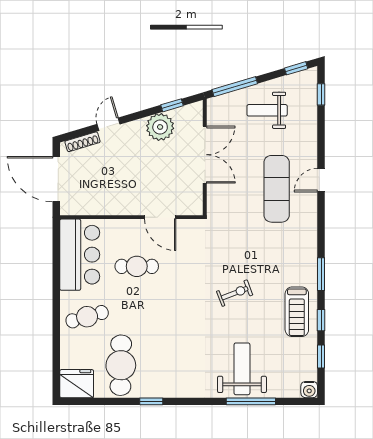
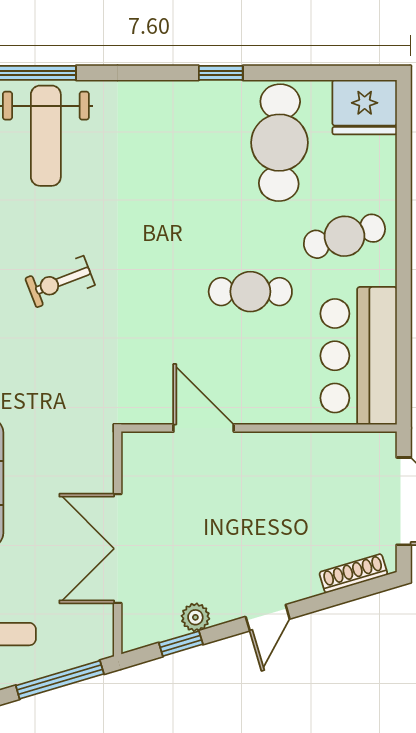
door: (109, 124) -> (268, 618), moved
plant: (160, 127) -> (195, 617), width x0.53, depth x0.53
cafe table: (137, 266) -> (250, 292), moved

